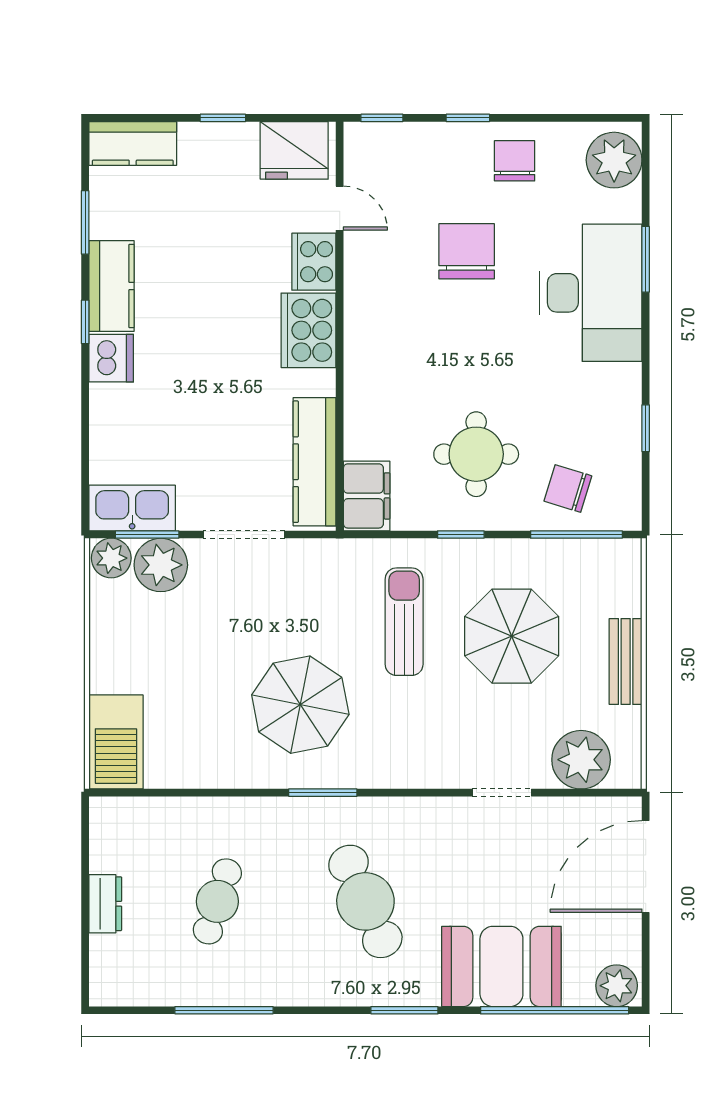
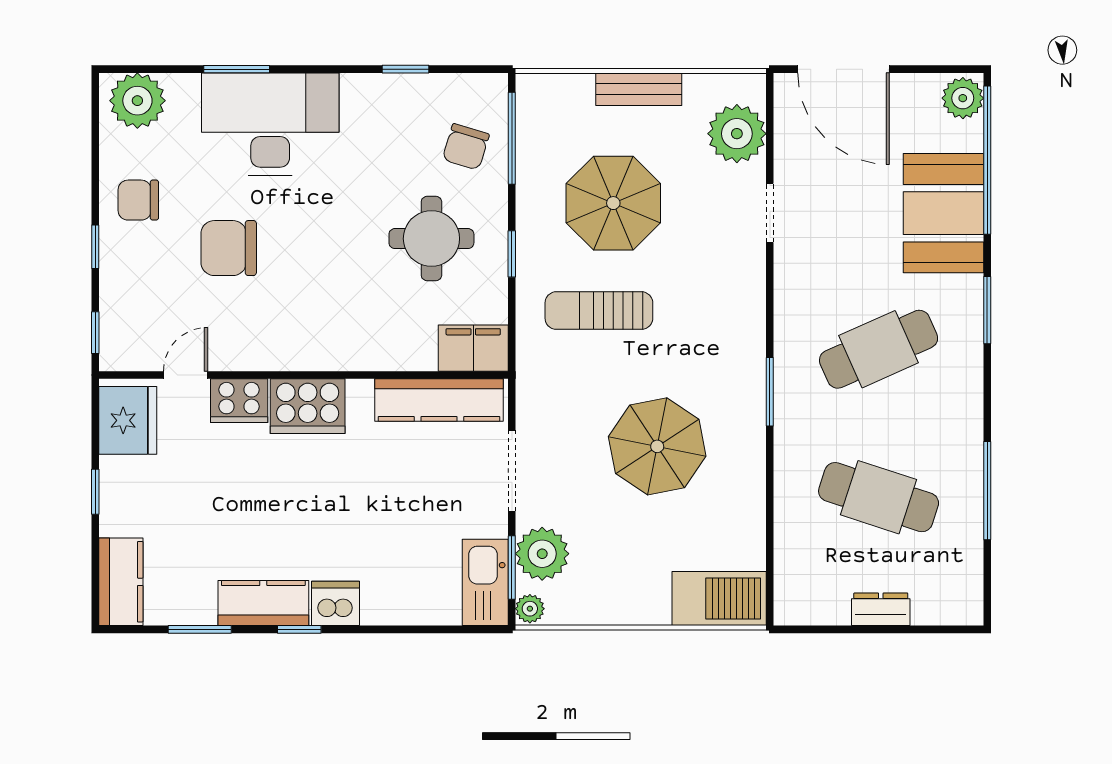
plant: (111, 558) -> (530, 609), width x0.73, depth x0.73
parasol: (300, 705) -> (657, 446), moved
cafe table: (217, 901) -> (879, 497), width x1.37, depth x1.35

